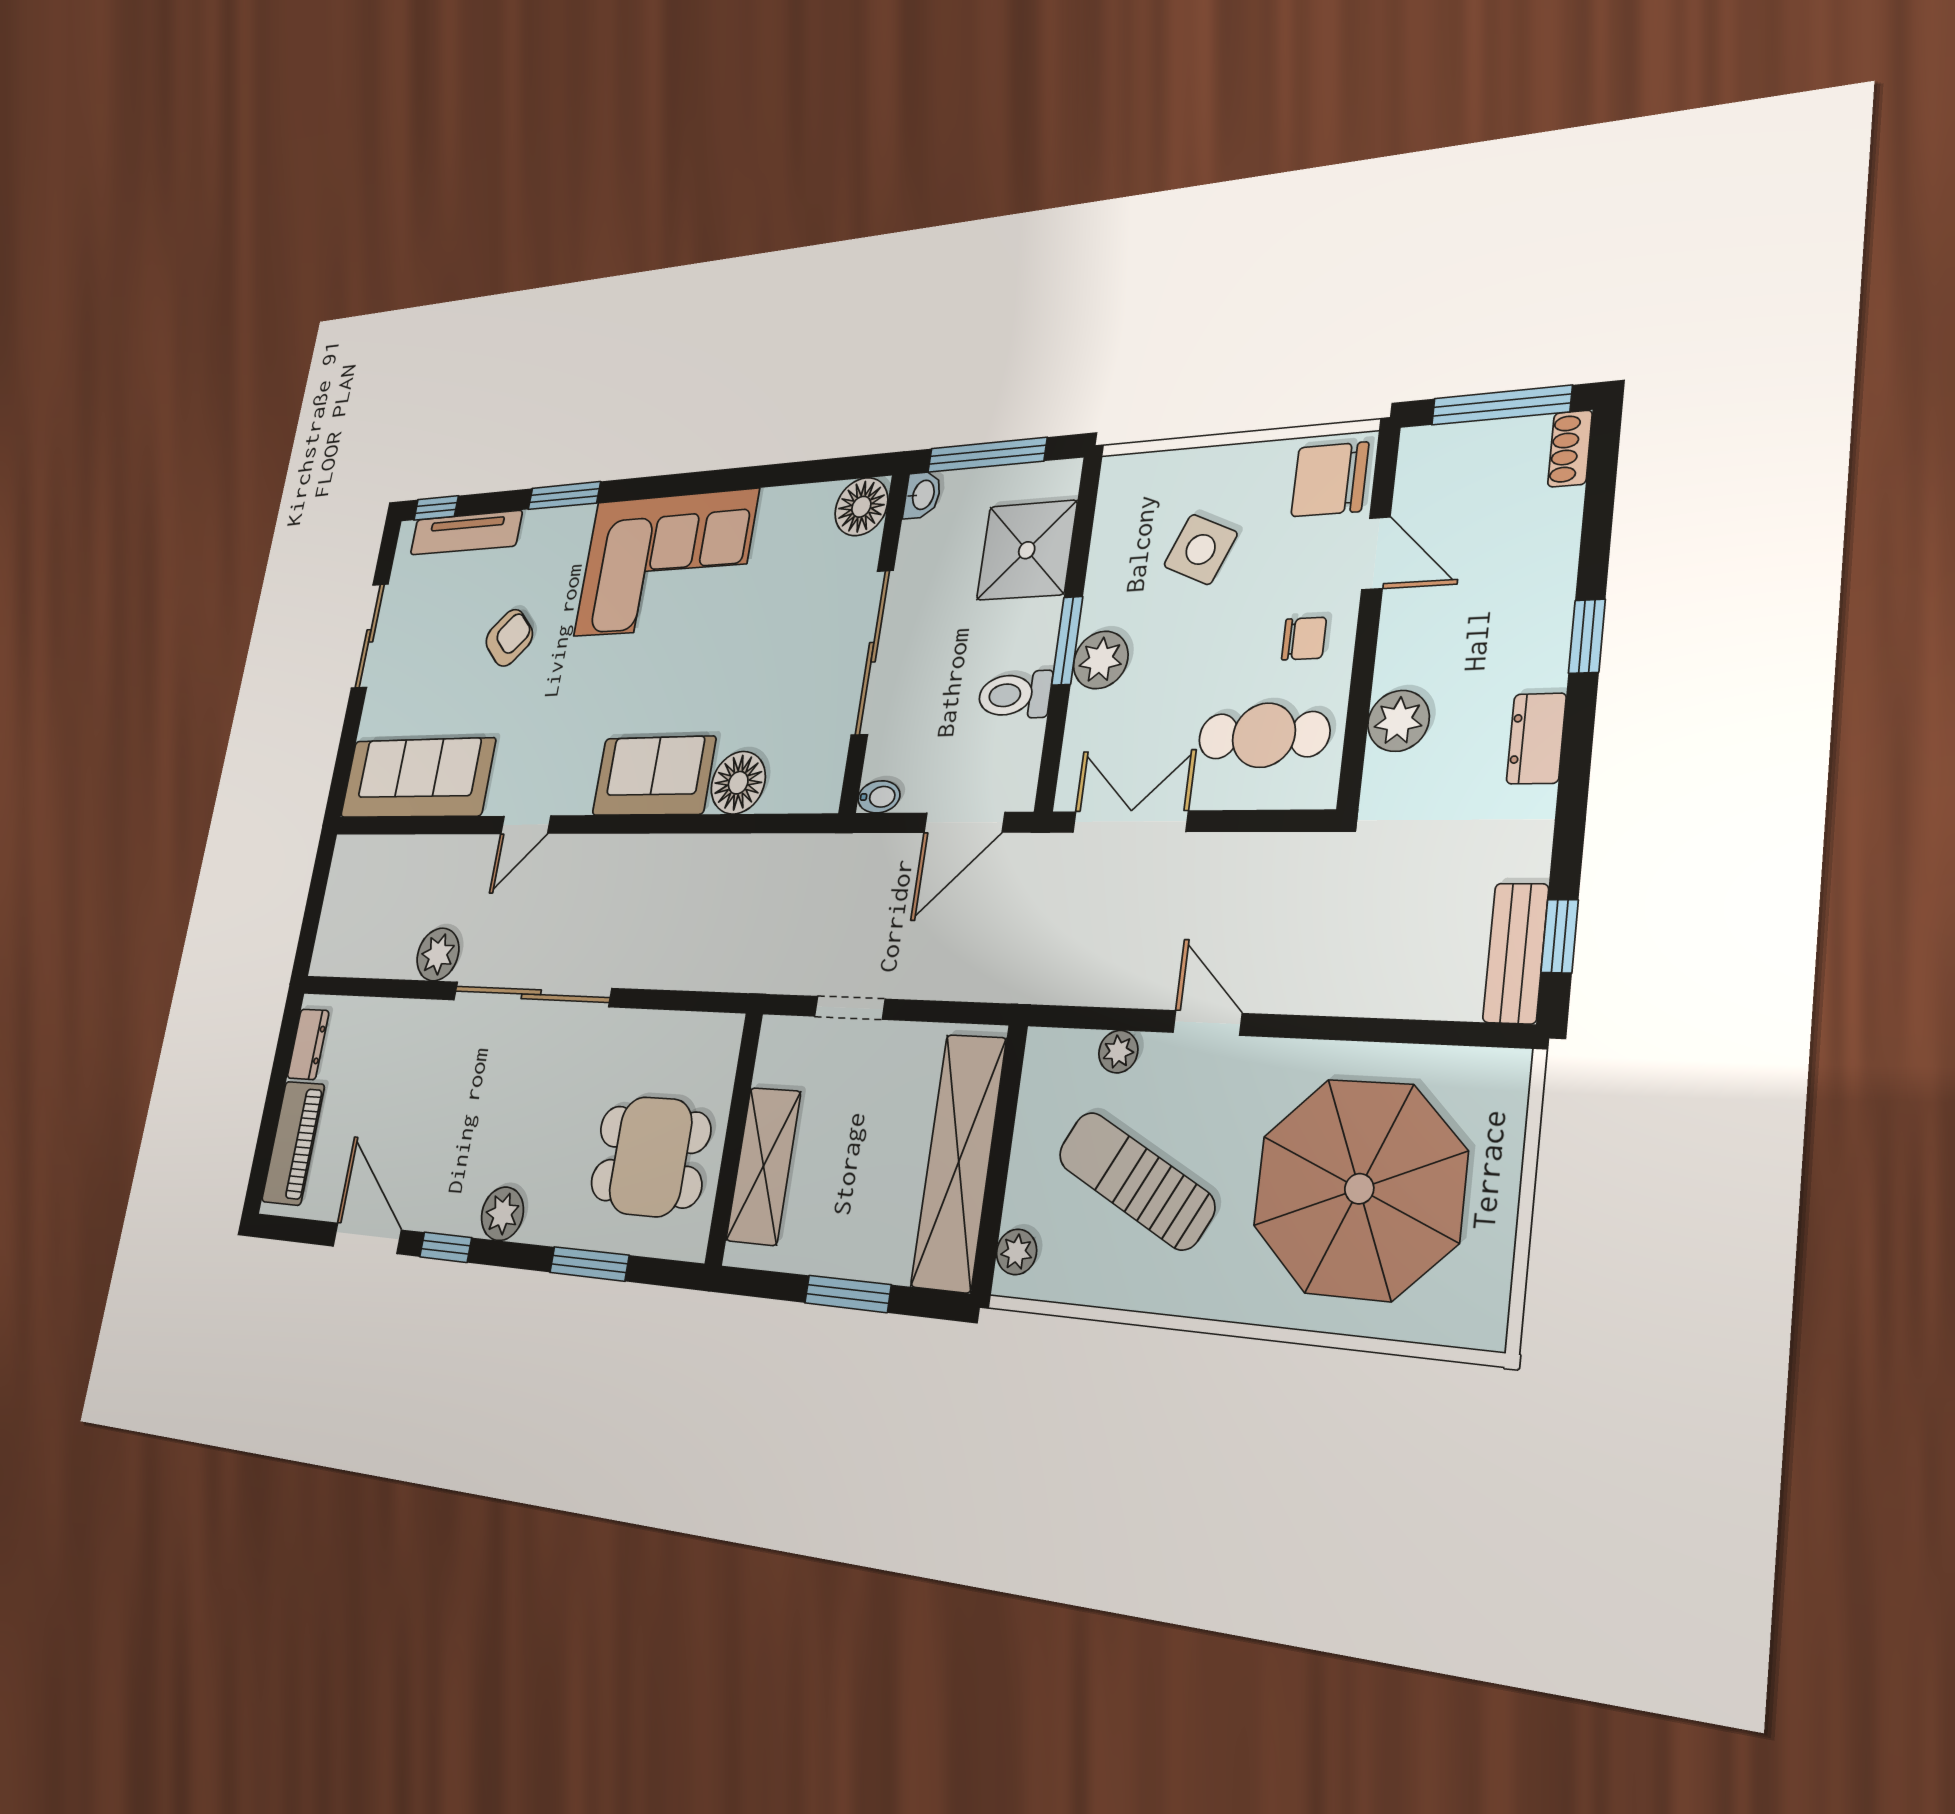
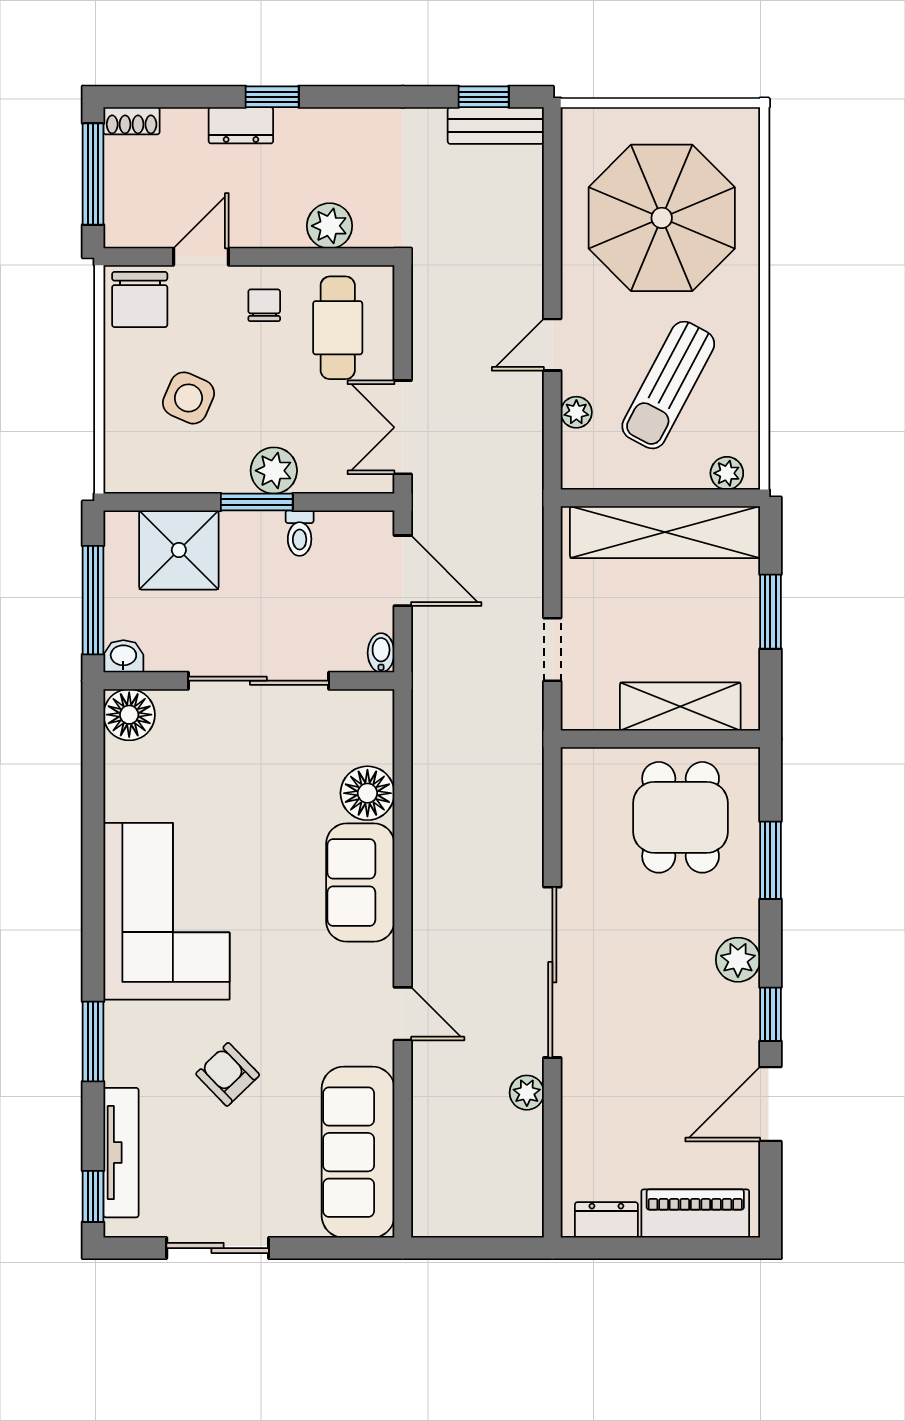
toilet: (1015, 695) -> (300, 533), width x0.73, depth x0.72
dresser: (1536, 738) -> (241, 125), moved
plant: (438, 954) -> (527, 1093), width x0.73, depth x0.73

